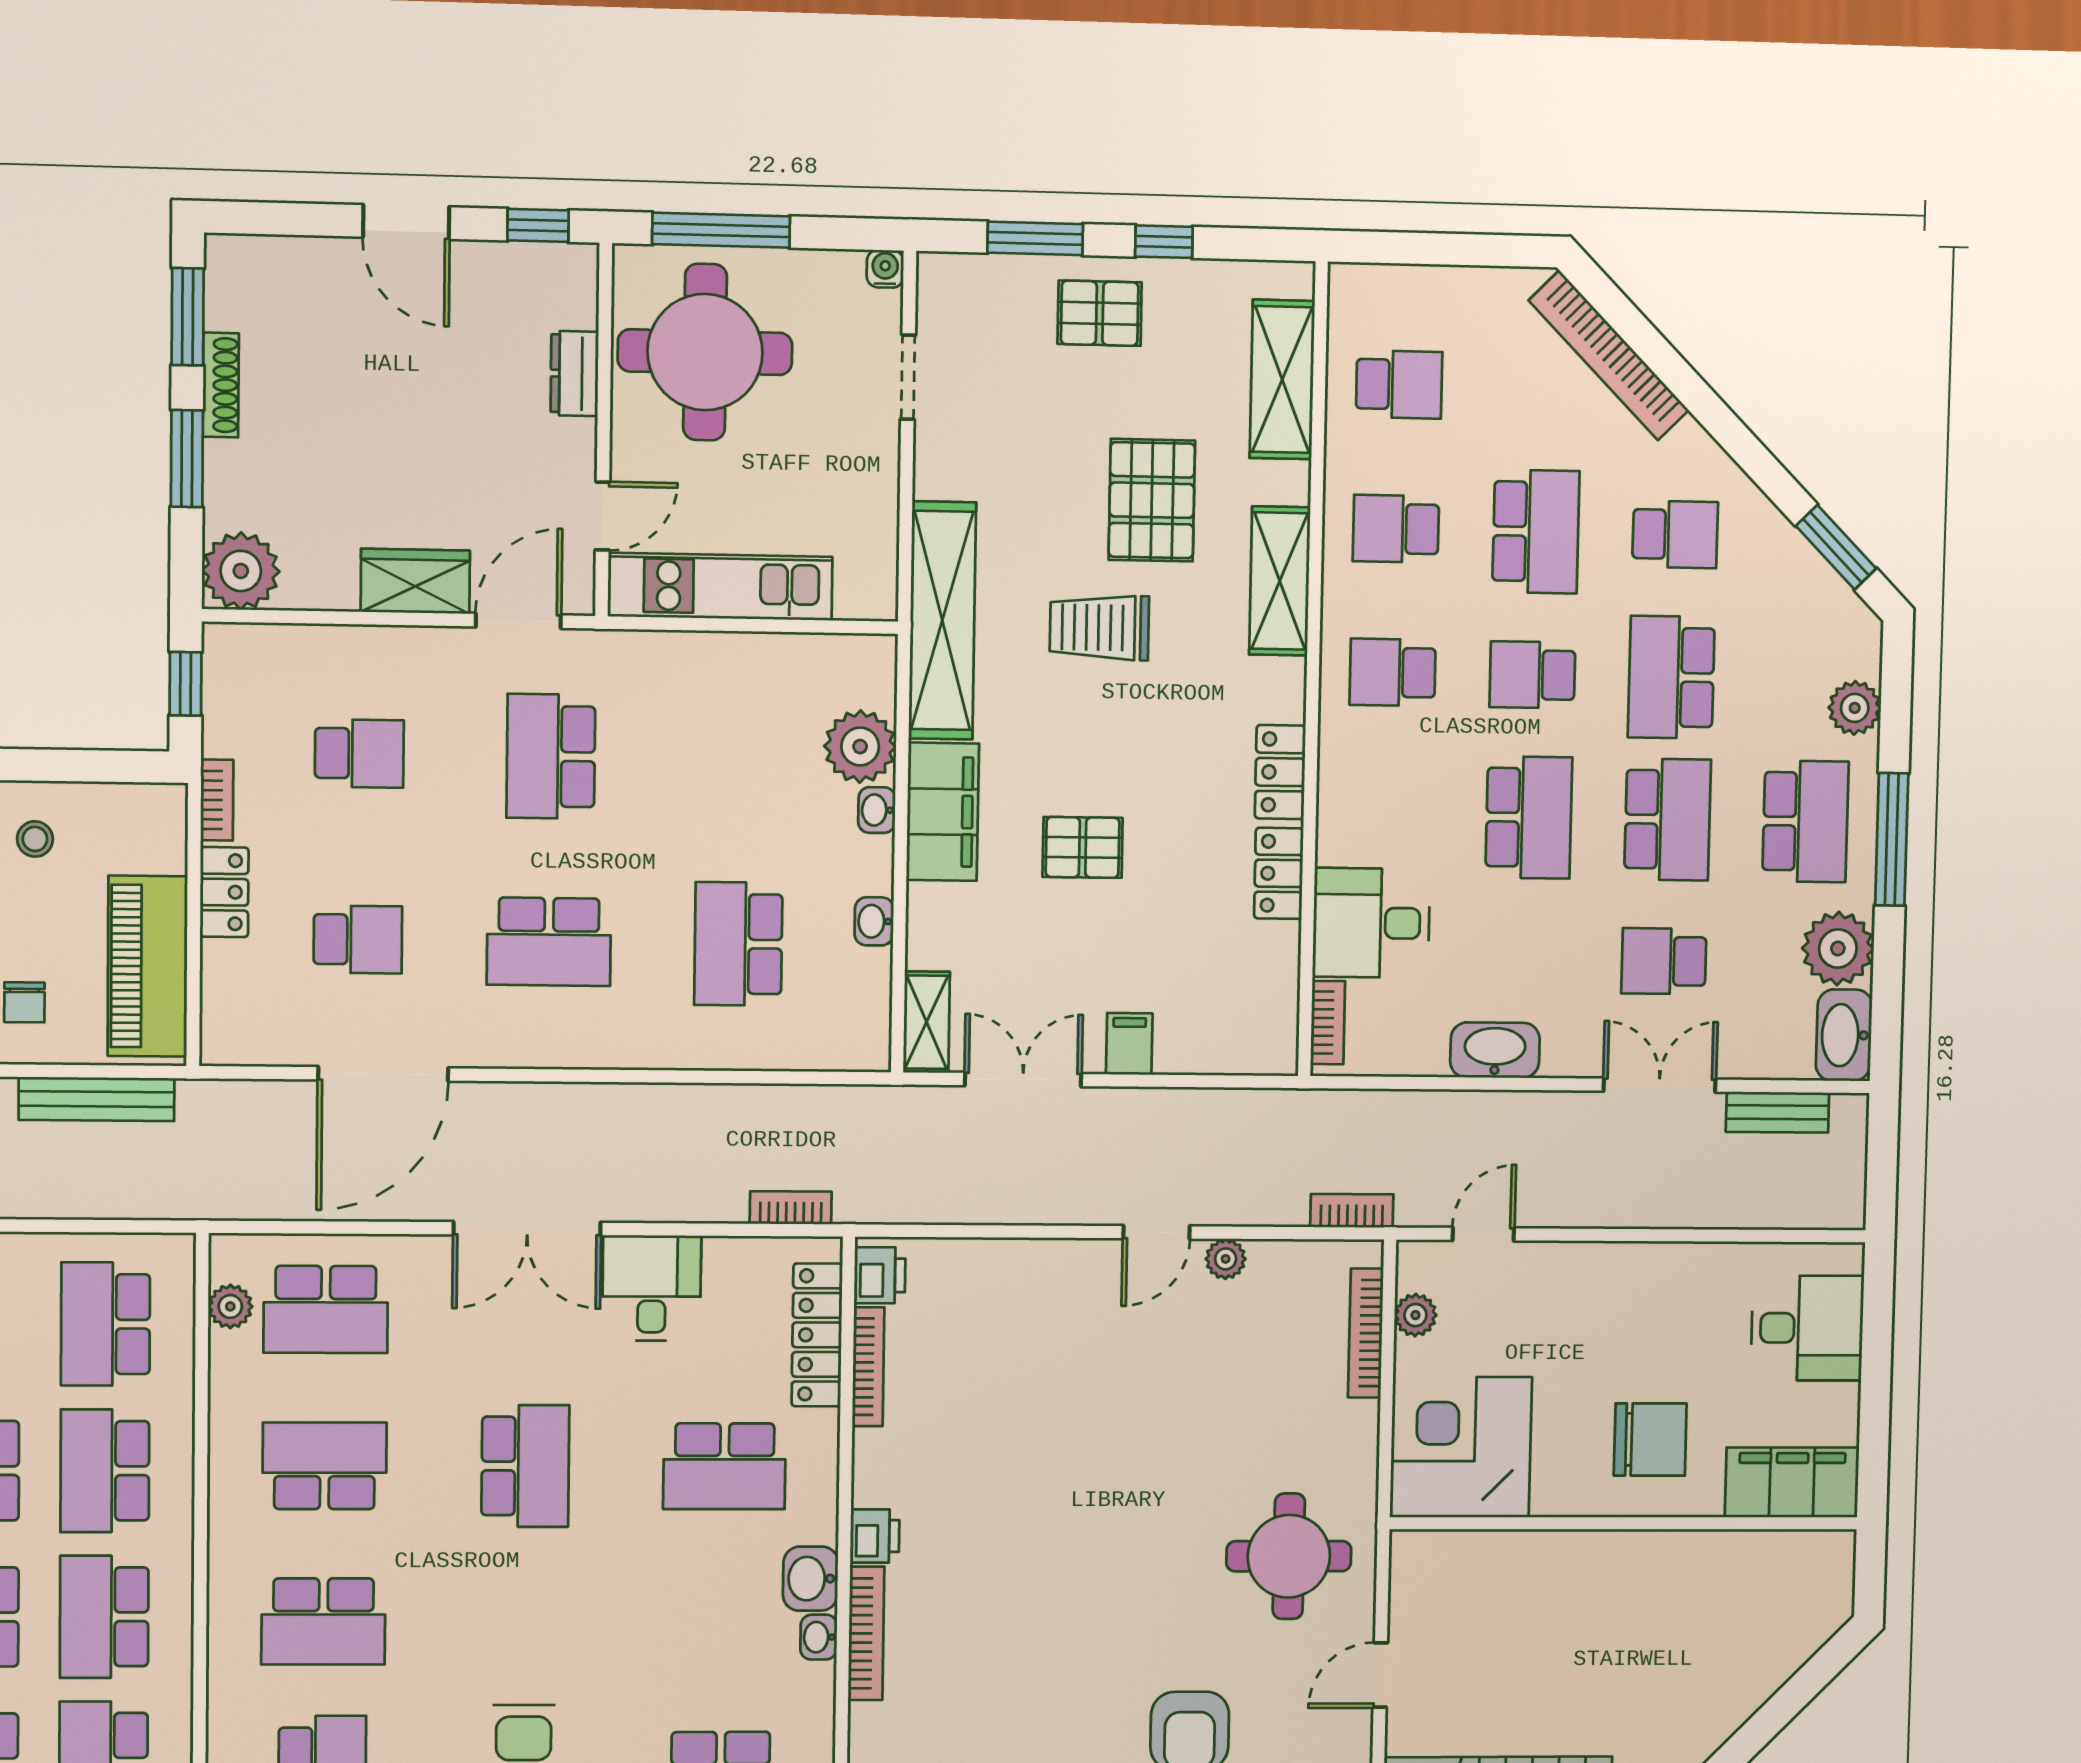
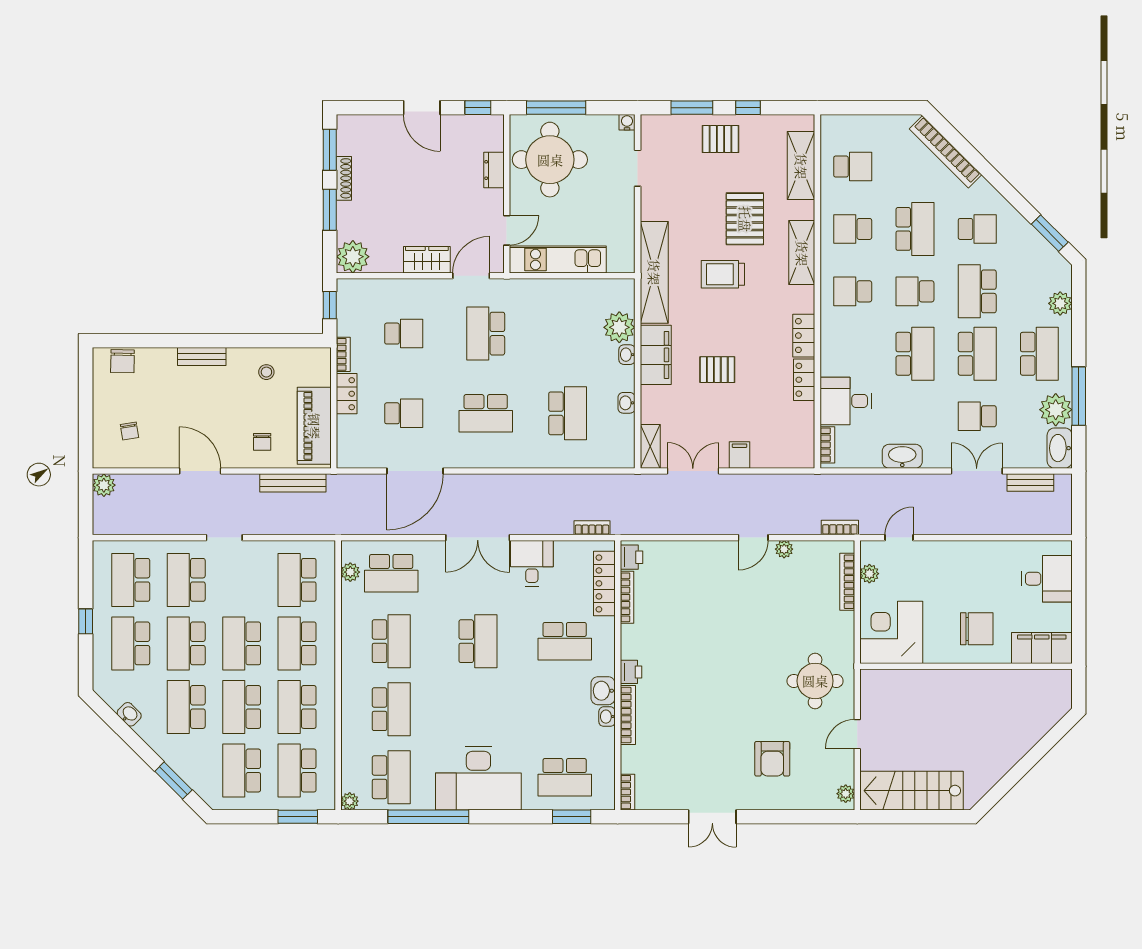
window: (1892, 839) -> (1079, 396), moved
school desk: (738, 944) -> (568, 413), turned 180
school desk: (325, 1466) -> (391, 641), turned 90
school desk: (323, 1621) -> (391, 709), turned -90

